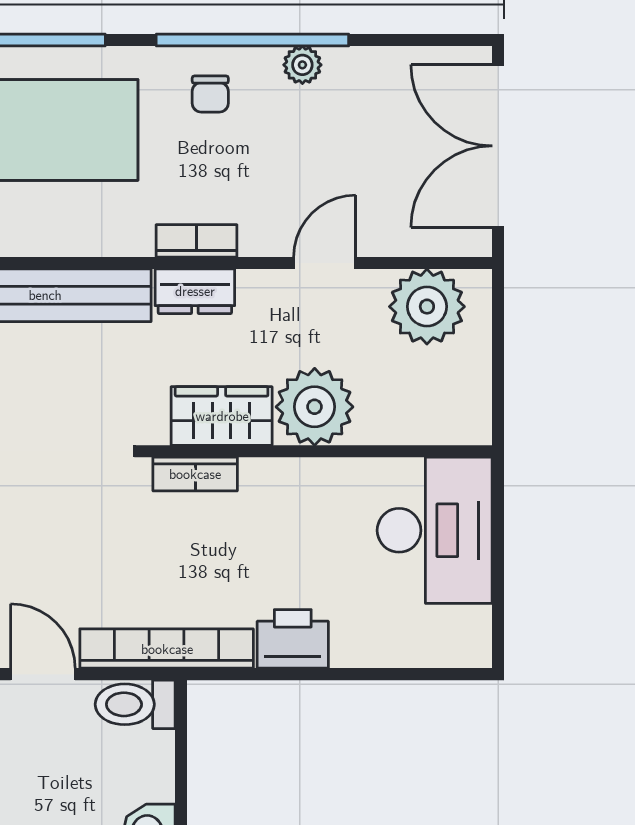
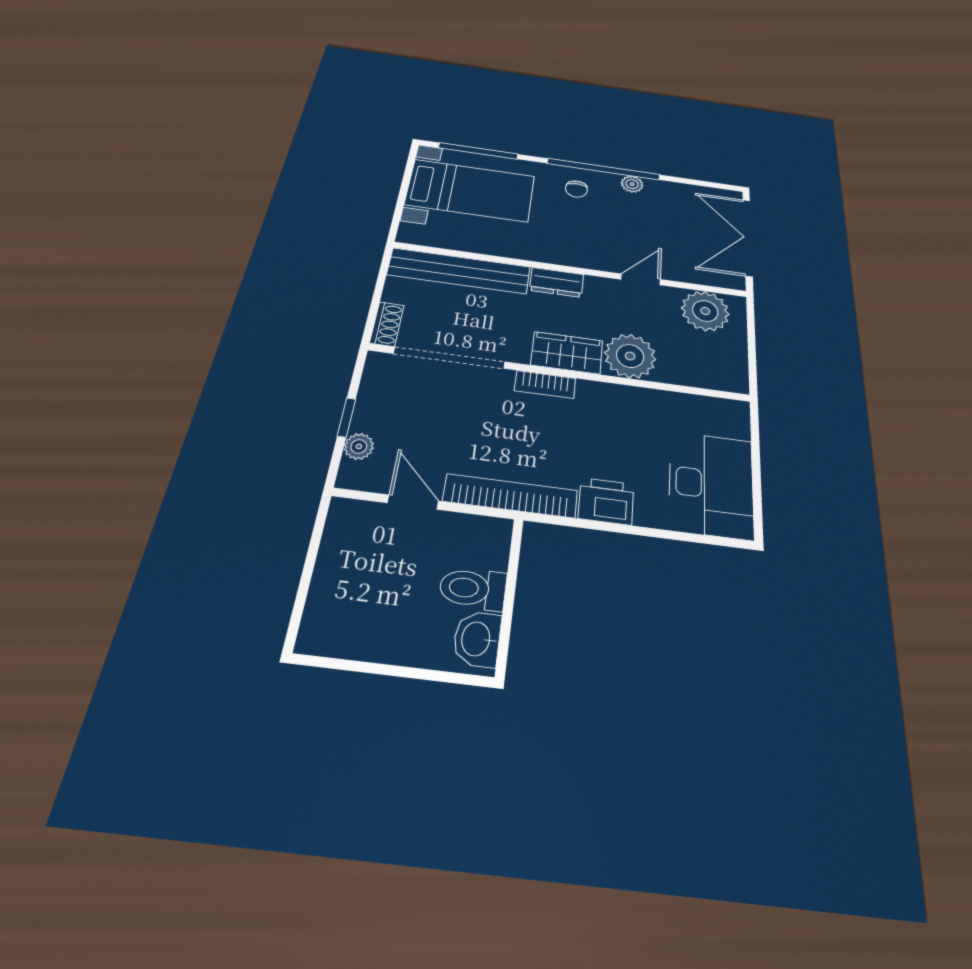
bookcase: (197, 241) -> (561, 257), removed
desk: (435, 530) -> (711, 485), moved
toilet: (135, 704) -> (473, 589), moved

